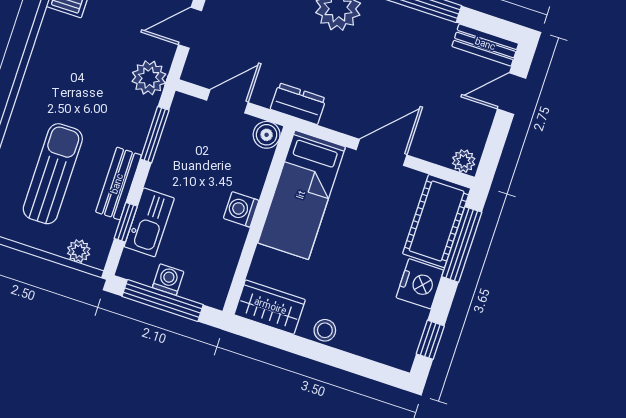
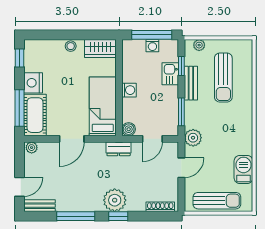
kitchen sink: (149, 222) -> (170, 74), width x0.73

